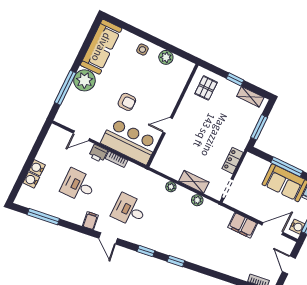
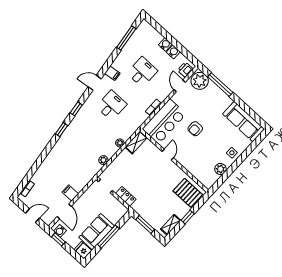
plant: (84, 80) -> (200, 81), moved
pallet: (206, 88) -> (188, 193), width x1.50, depth x1.42
printer: (98, 153) -> (185, 70), moved
water cooler: (31, 180) -> (173, 52), moved
shelving: (194, 182) -> (136, 142), moved
filing cabinet: (243, 225) -> (70, 193), width x0.50

